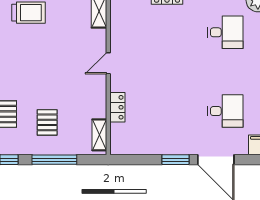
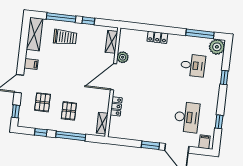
plant: (118, 32) -> (123, 57), added
door: (108, 63) -> (114, 77), width x1.87
desk: (225, 111) -> (187, 117), width x1.37

